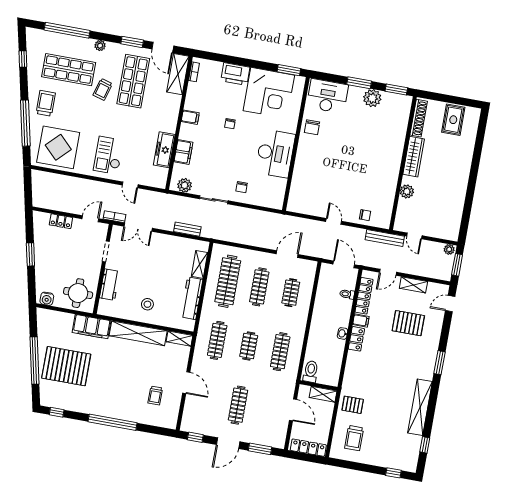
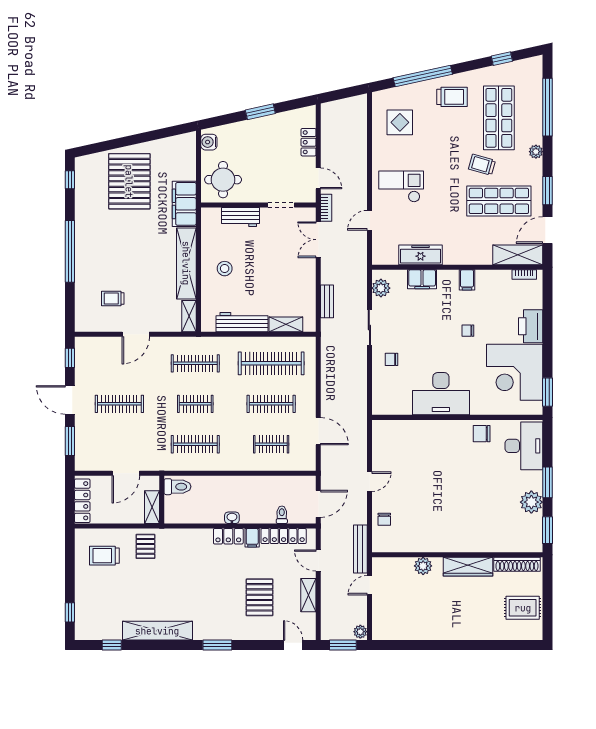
display table: (58, 147) -> (400, 122), width x0.54, depth x0.54
window: (35, 360) -> (129, 141), removed

